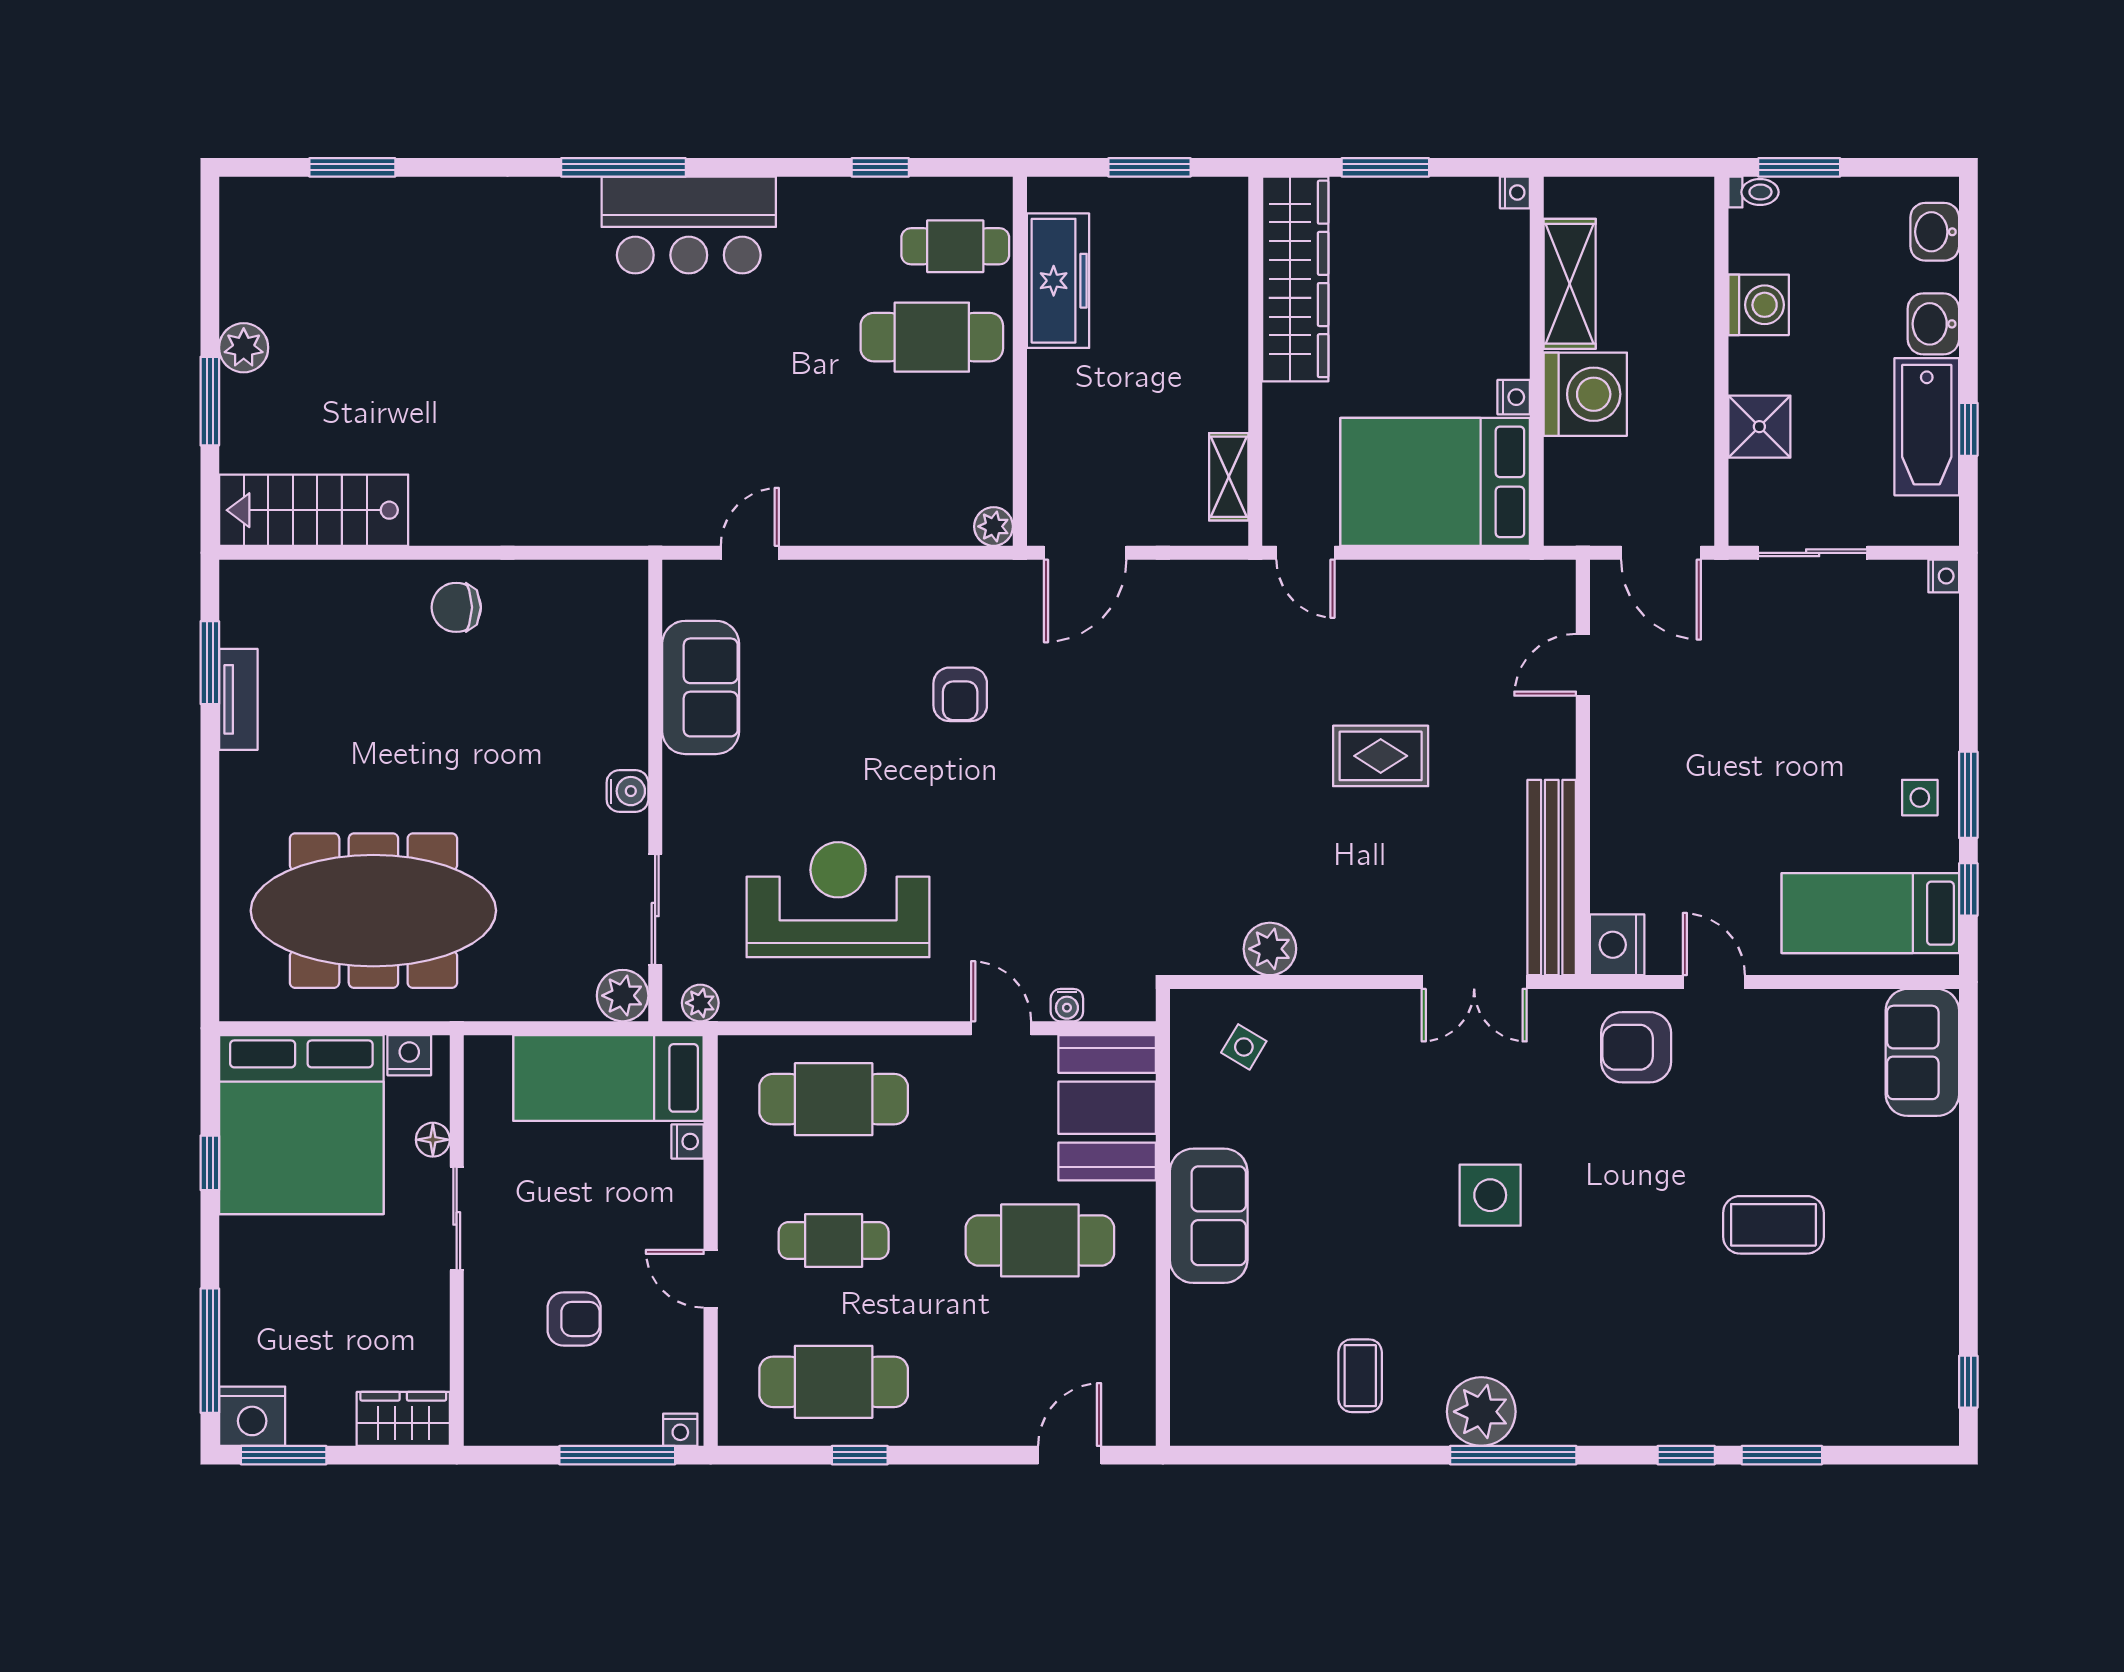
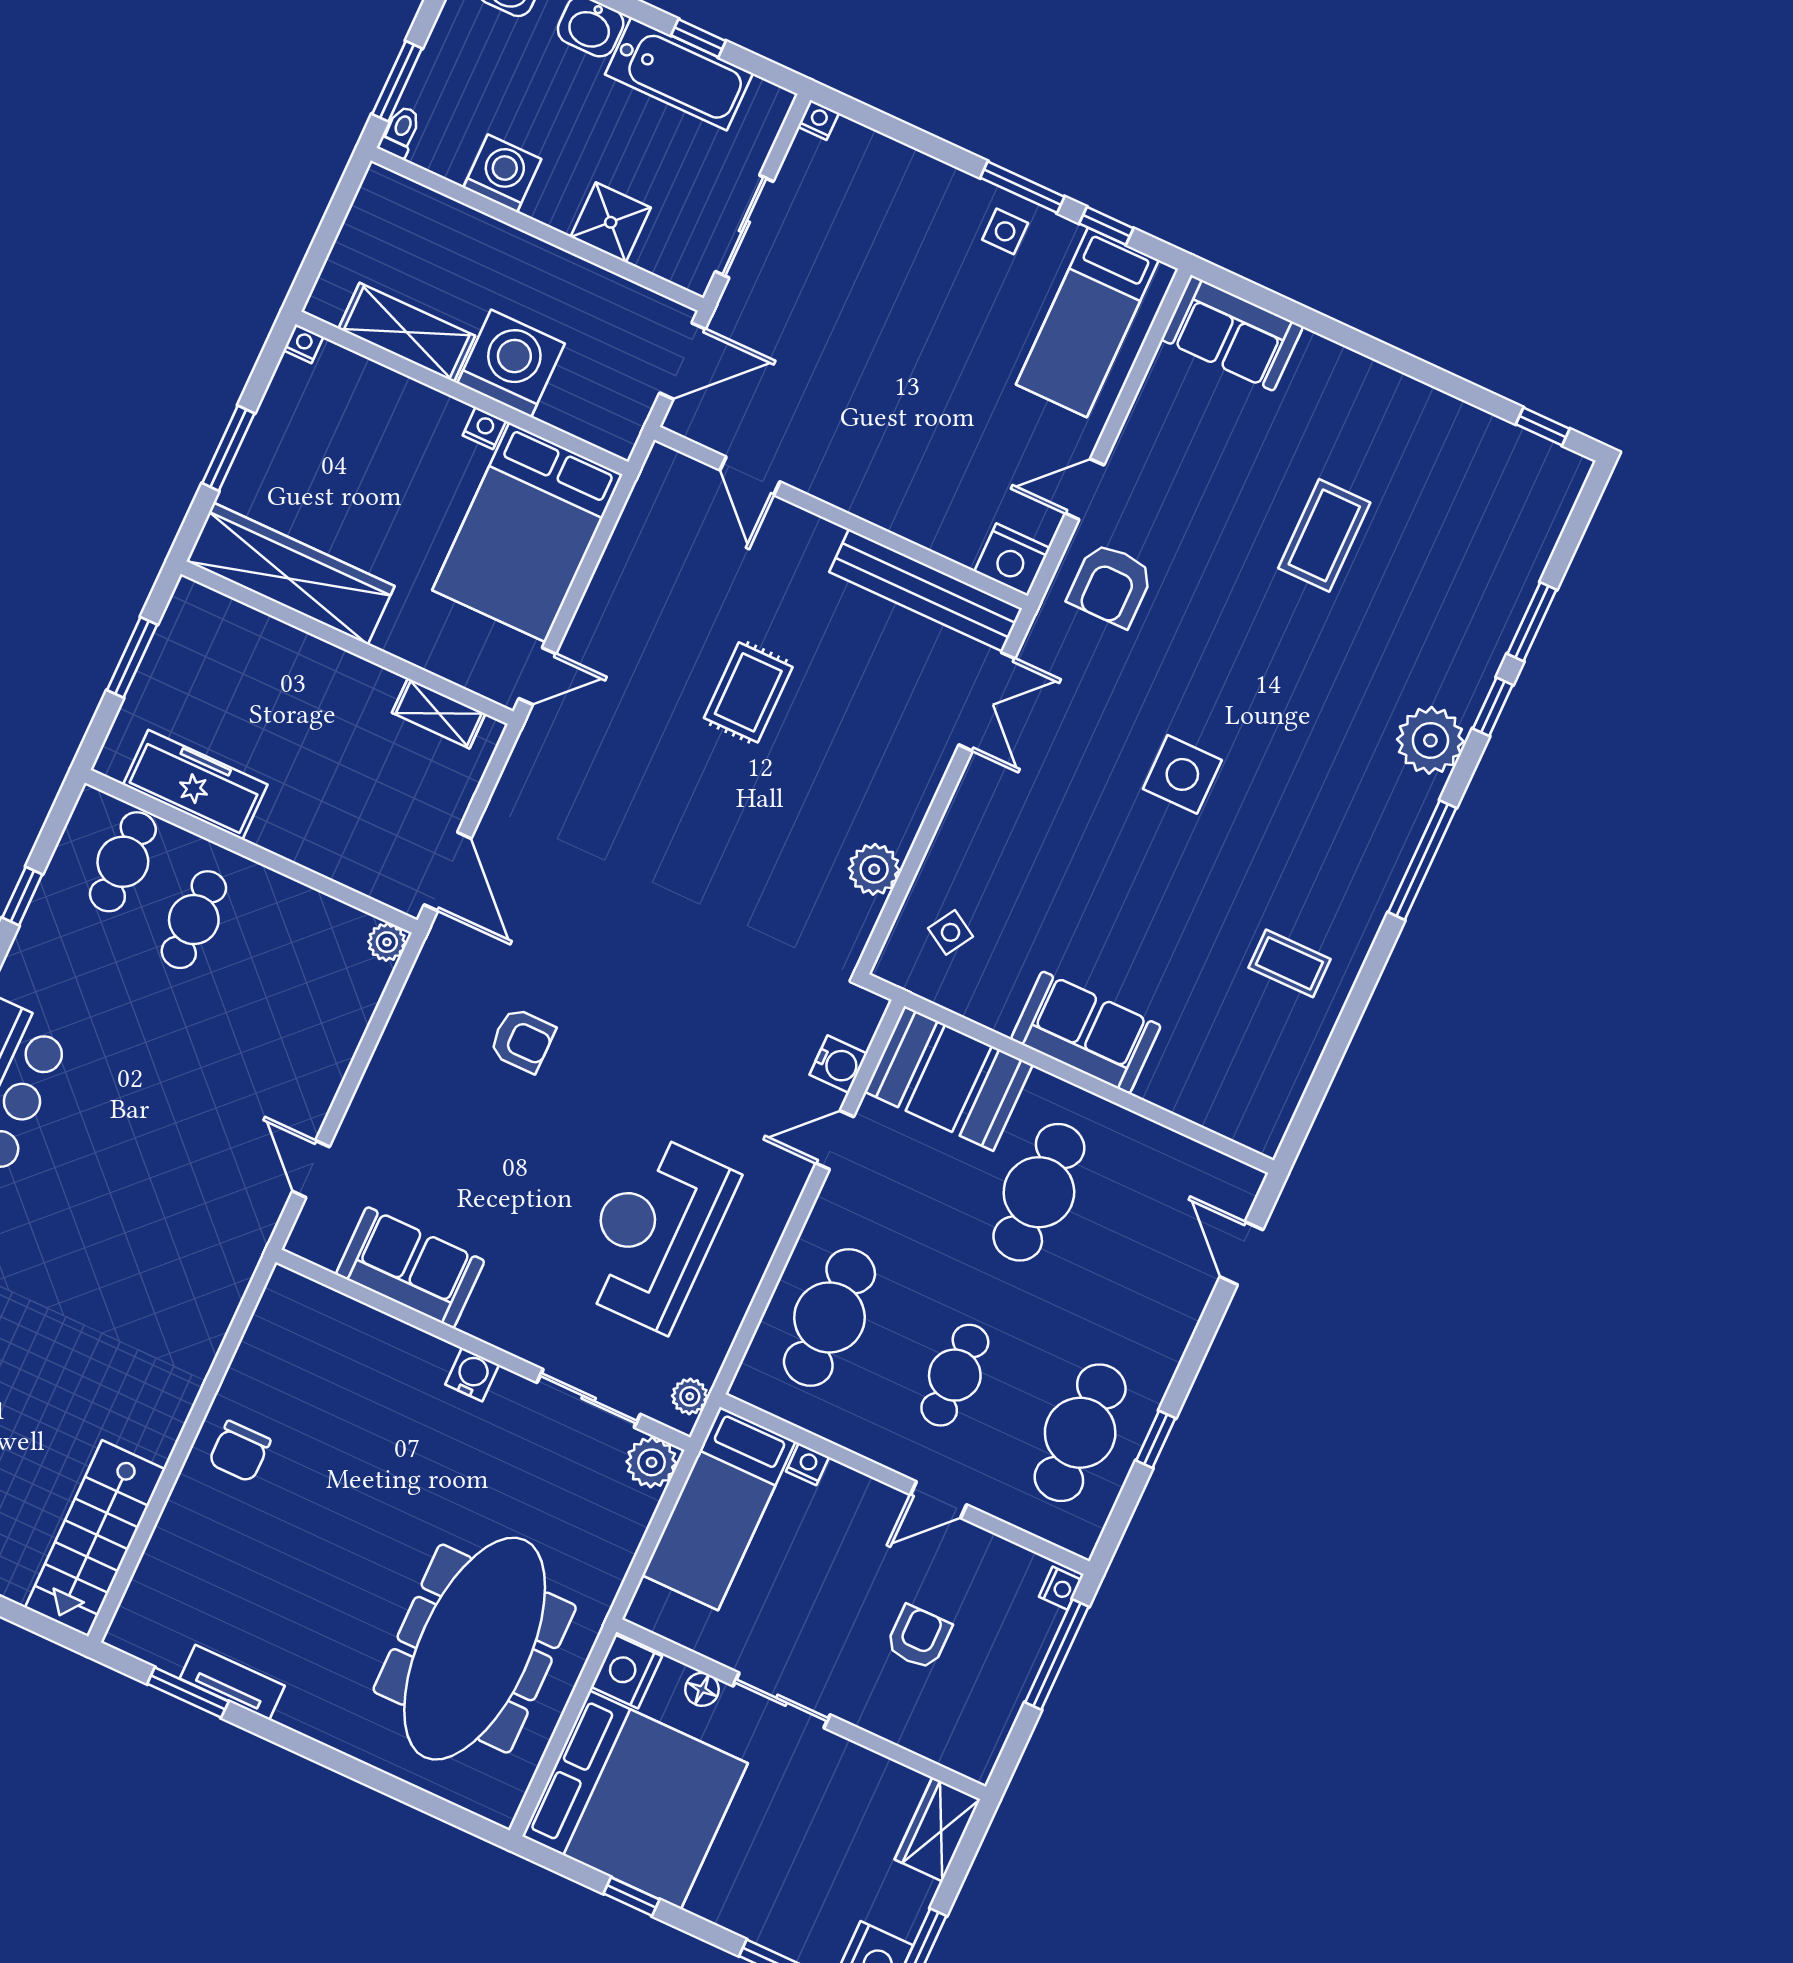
cafe table: (932, 337) -> (194, 920), width x0.73, depth x0.74
water cooler: (1067, 1005) -> (838, 1064), width x1.38, depth x1.38
nightstand: (409, 1055) -> (626, 1671), width x1.36, depth x1.33
plant: (1481, 1412) -> (1430, 740), moved

